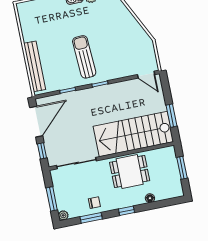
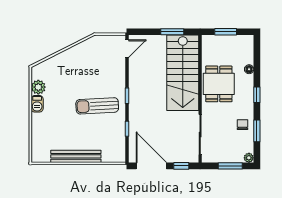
bench: (35, 66) -> (76, 156), moved

